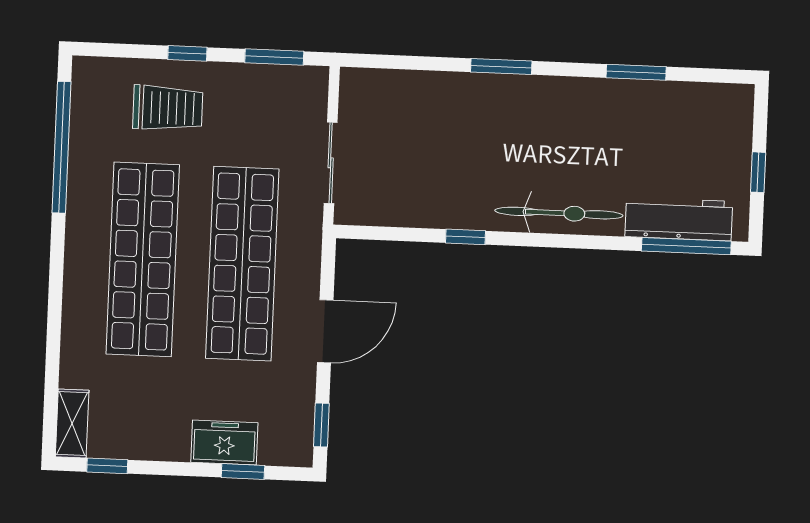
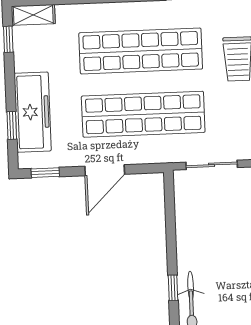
window: (466, 237) -> (173, 288), moved
door: (325, 331) -> (105, 170), hinge flipped
freezer: (224, 443) -> (33, 112), width x1.91, depth x1.26

